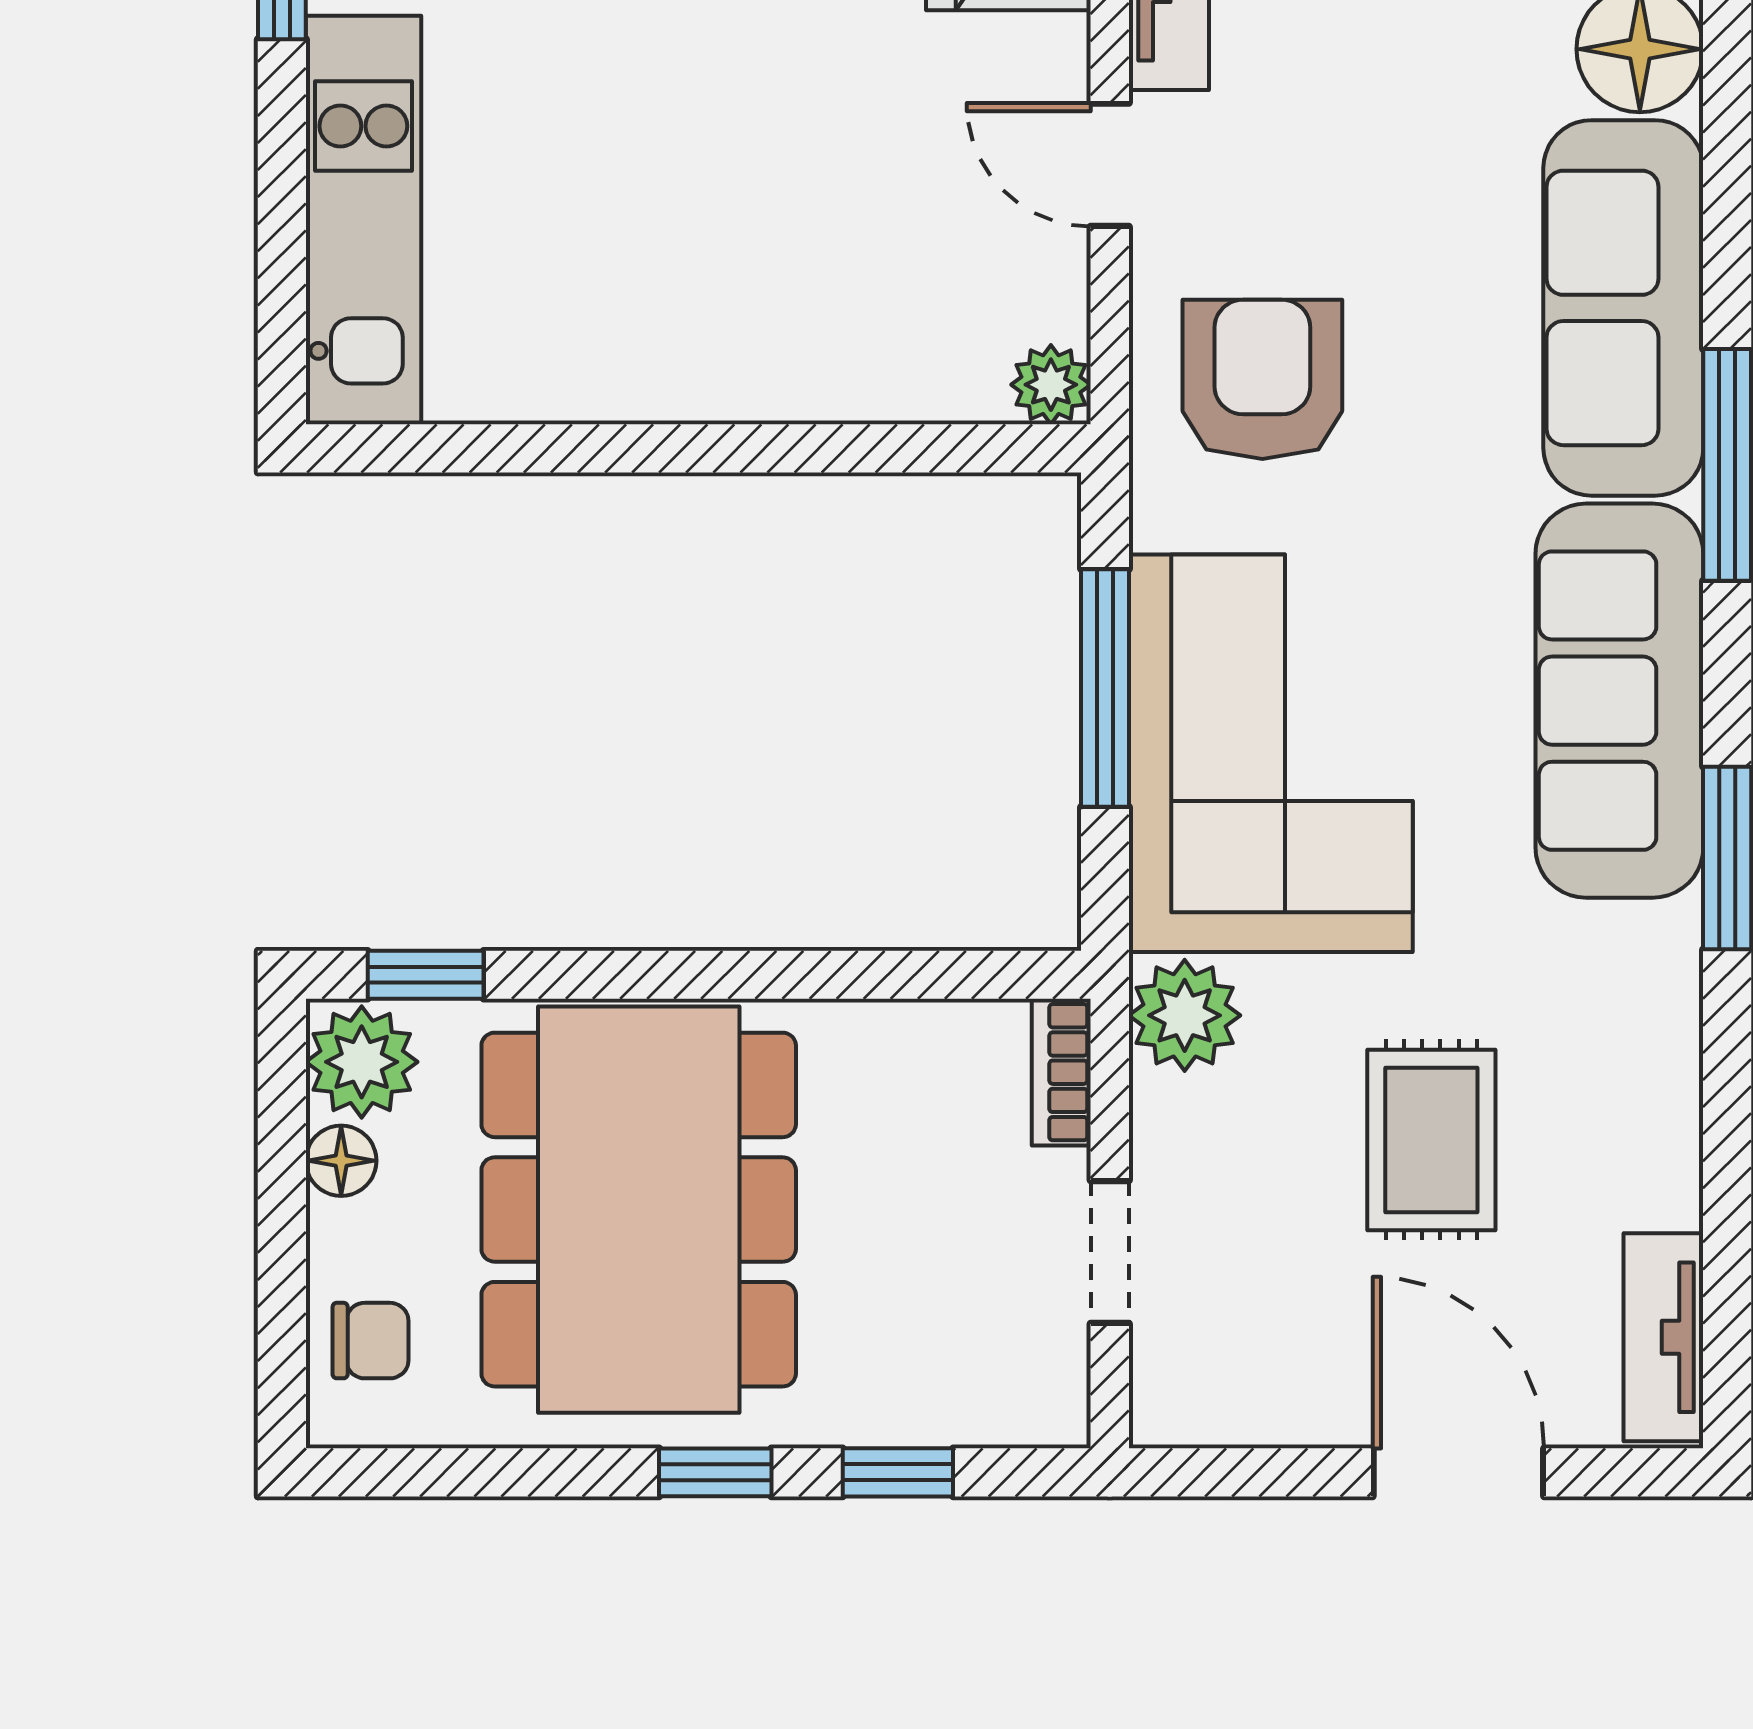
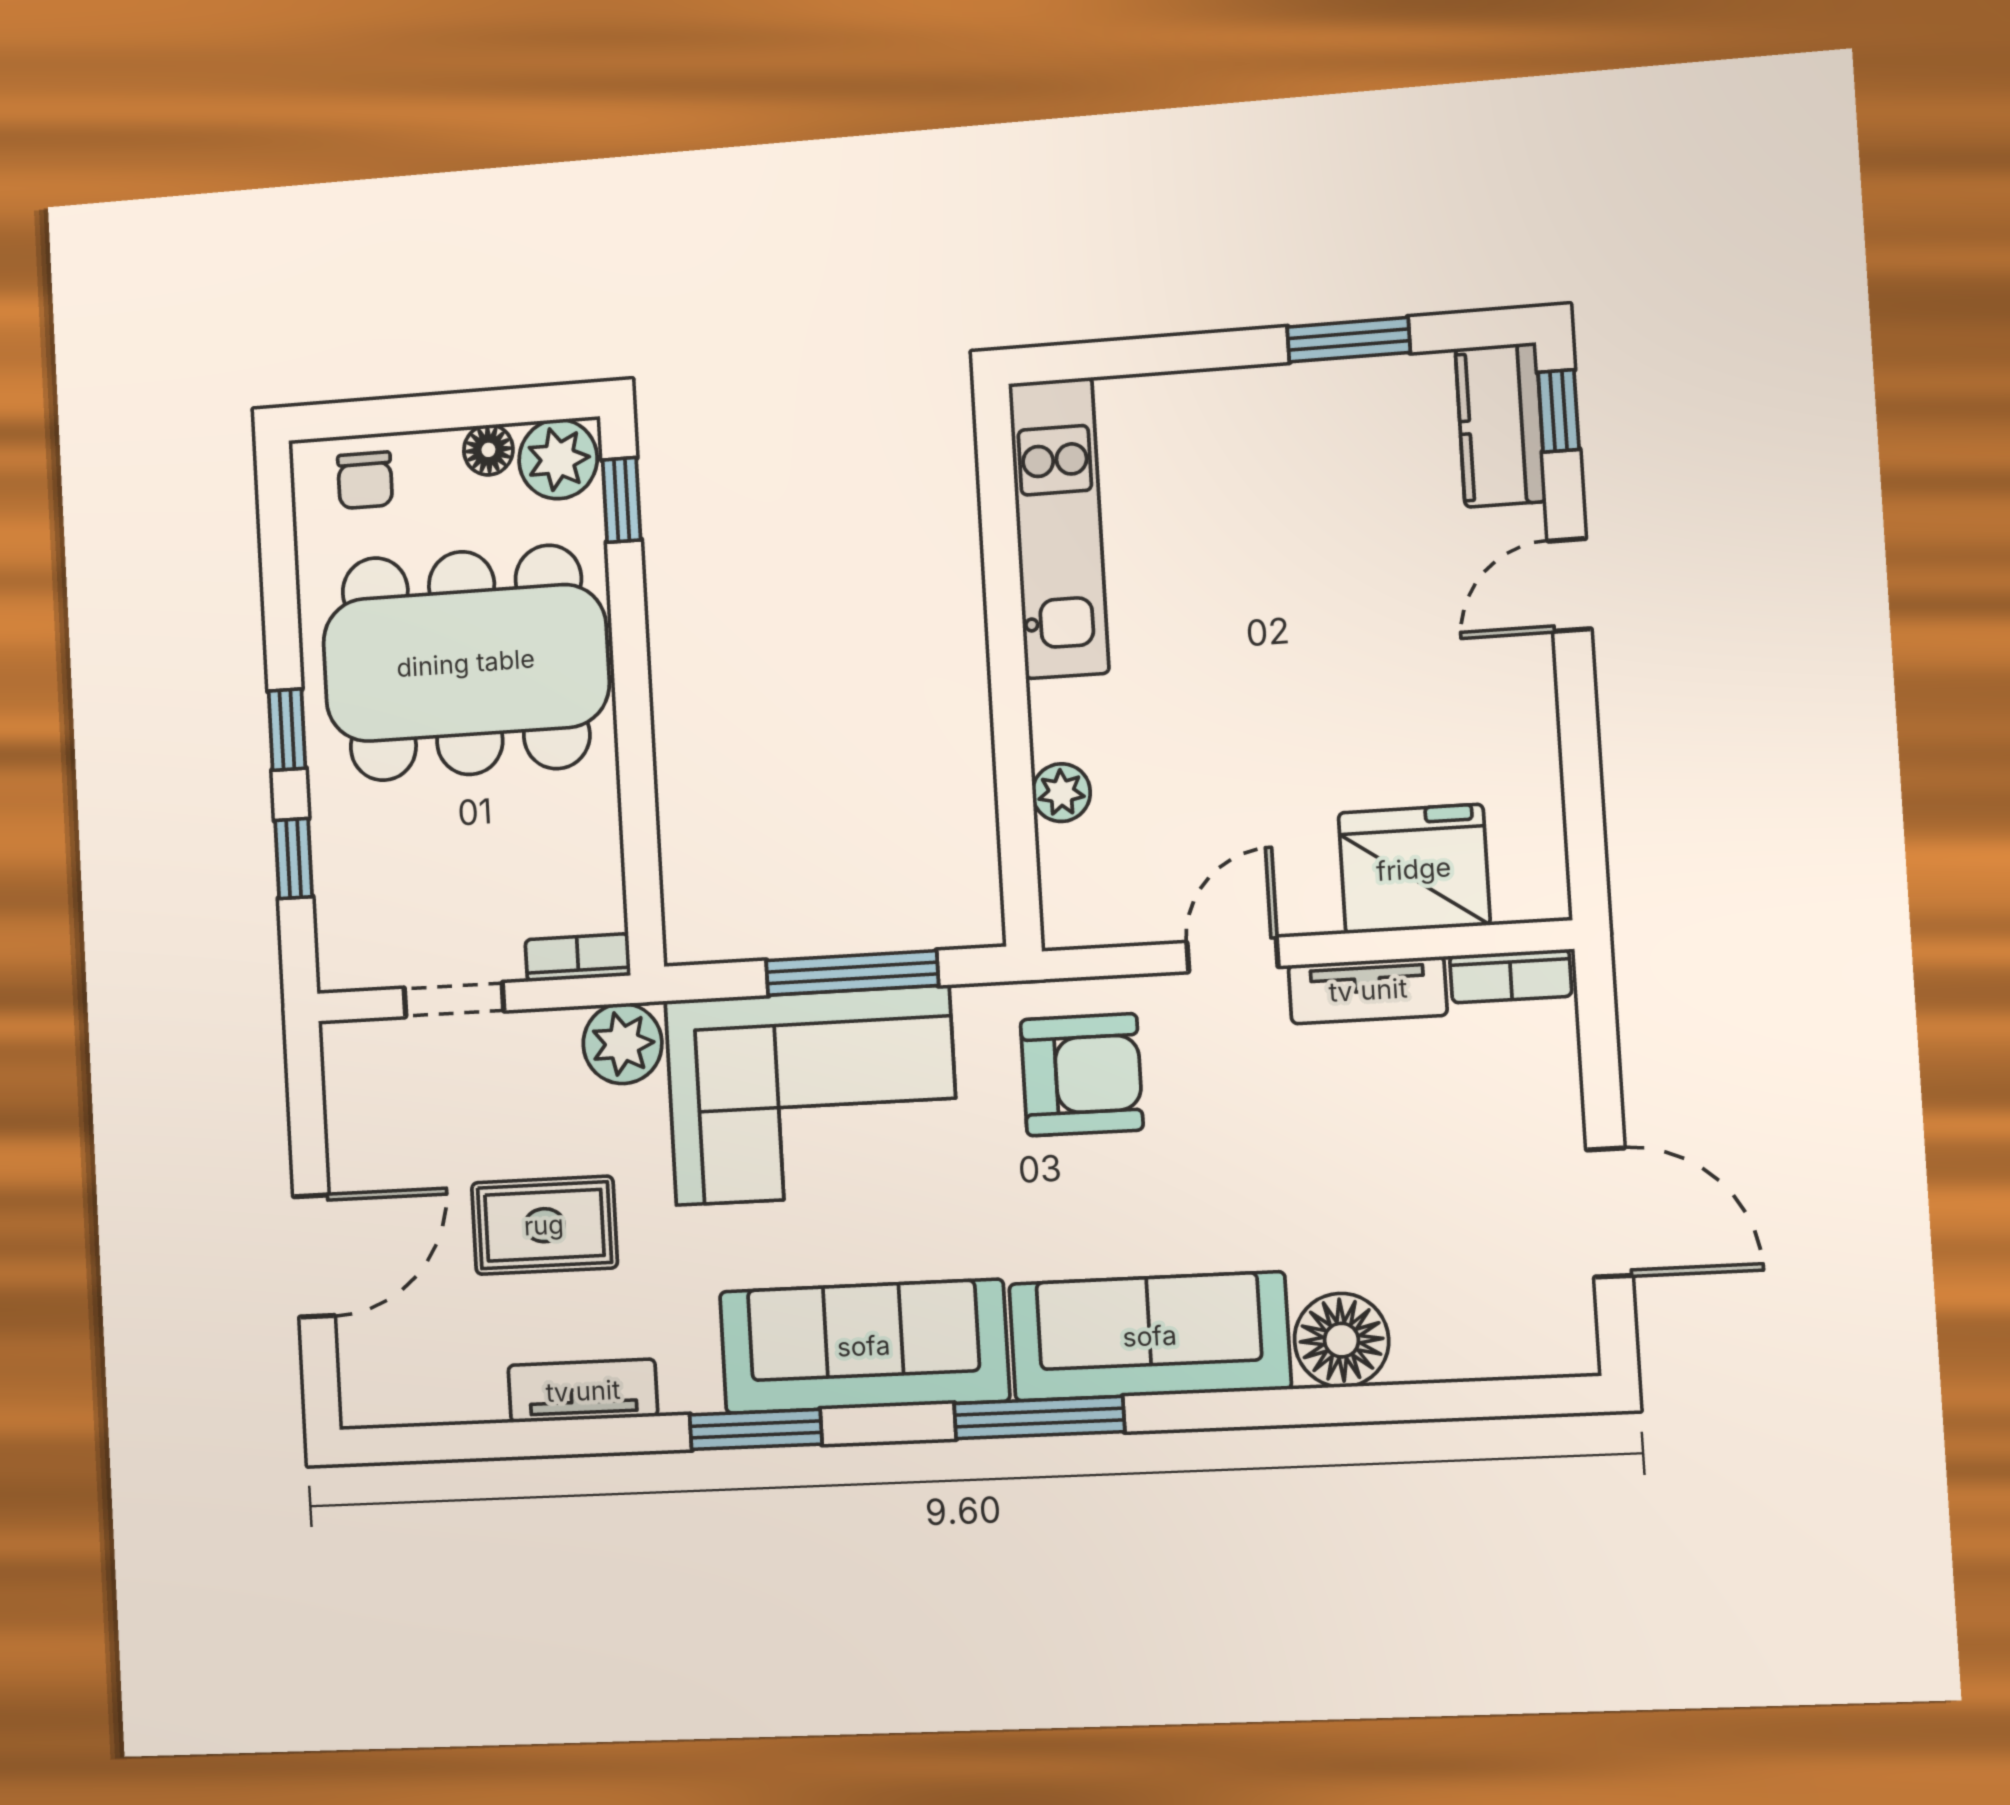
kitchen unit: (363, 220) -> (1059, 528), moved, turned -90
plant: (1051, 385) -> (1061, 793), moved
tv unit: (1663, 1337) -> (583, 1391), moved

